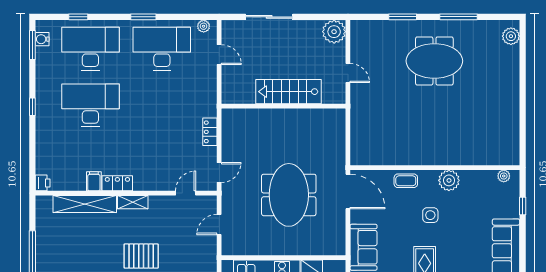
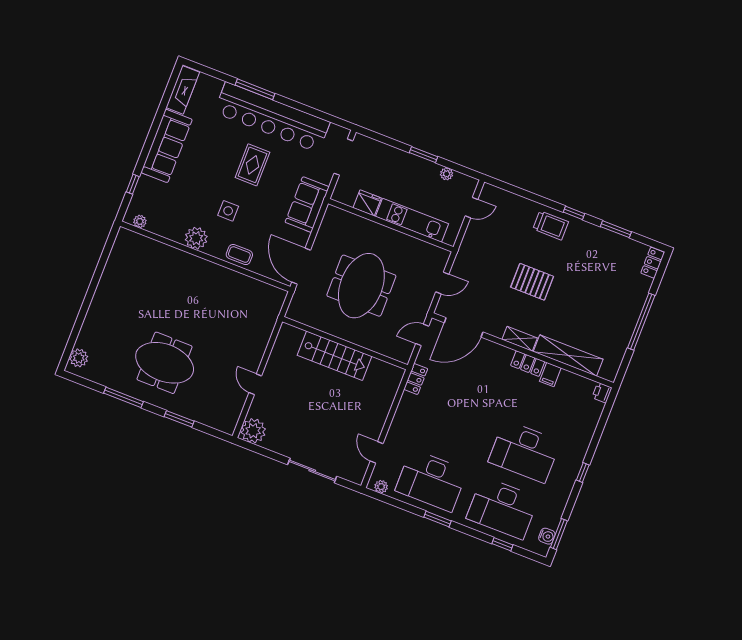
stairs: (288, 92) -> (335, 356), moved
wall: (284, 106) -> (345, 343), moved
door: (186, 193) -> (464, 327), width x1.88

